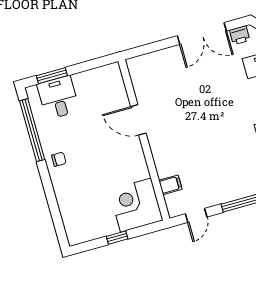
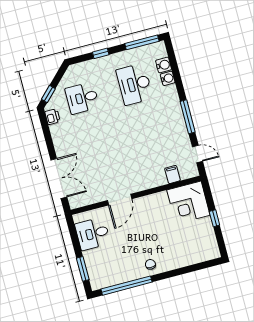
double door: (202, 33) -> (59, 178), moved
desk: (58, 98) -> (93, 234), moved

